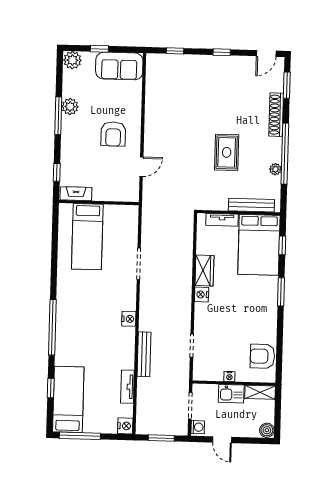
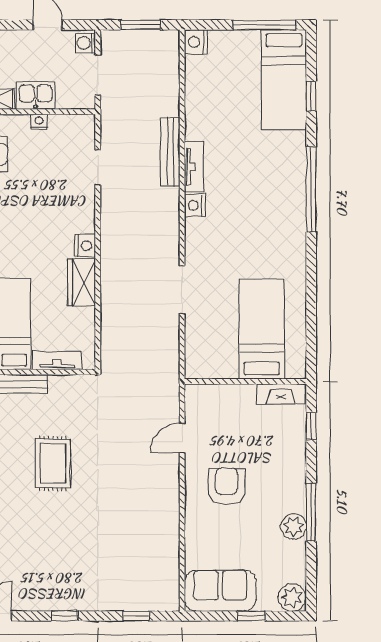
tv unit: (127, 387) -> (194, 167), moved

